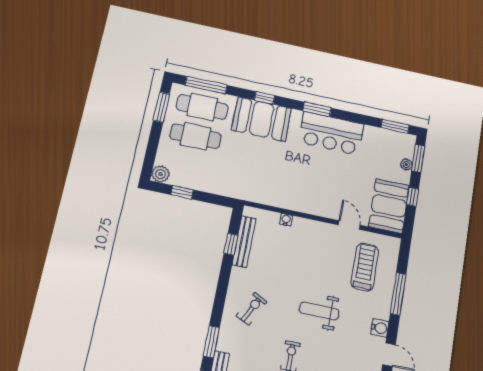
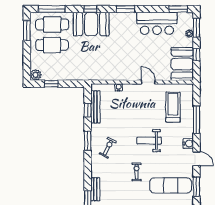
bar counter: (331, 133) -> (157, 23), moved
door: (349, 225) -> (148, 82), moved
window: (211, 342) -> (88, 141), moved

